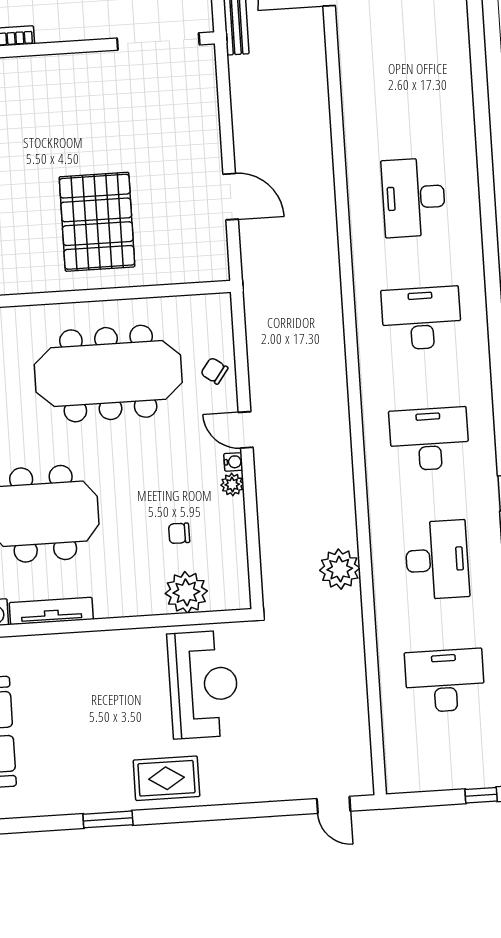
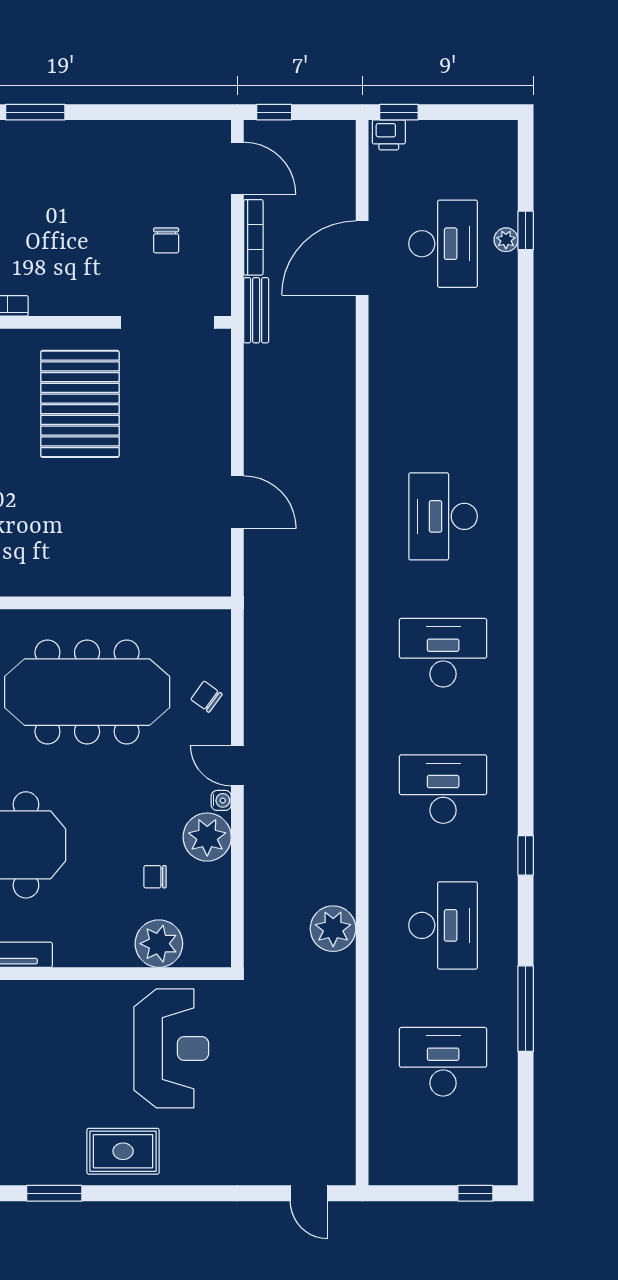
pallet: (97, 222) -> (80, 404), moved
plant: (232, 485) -> (207, 837), width x1.88, depth x1.88

